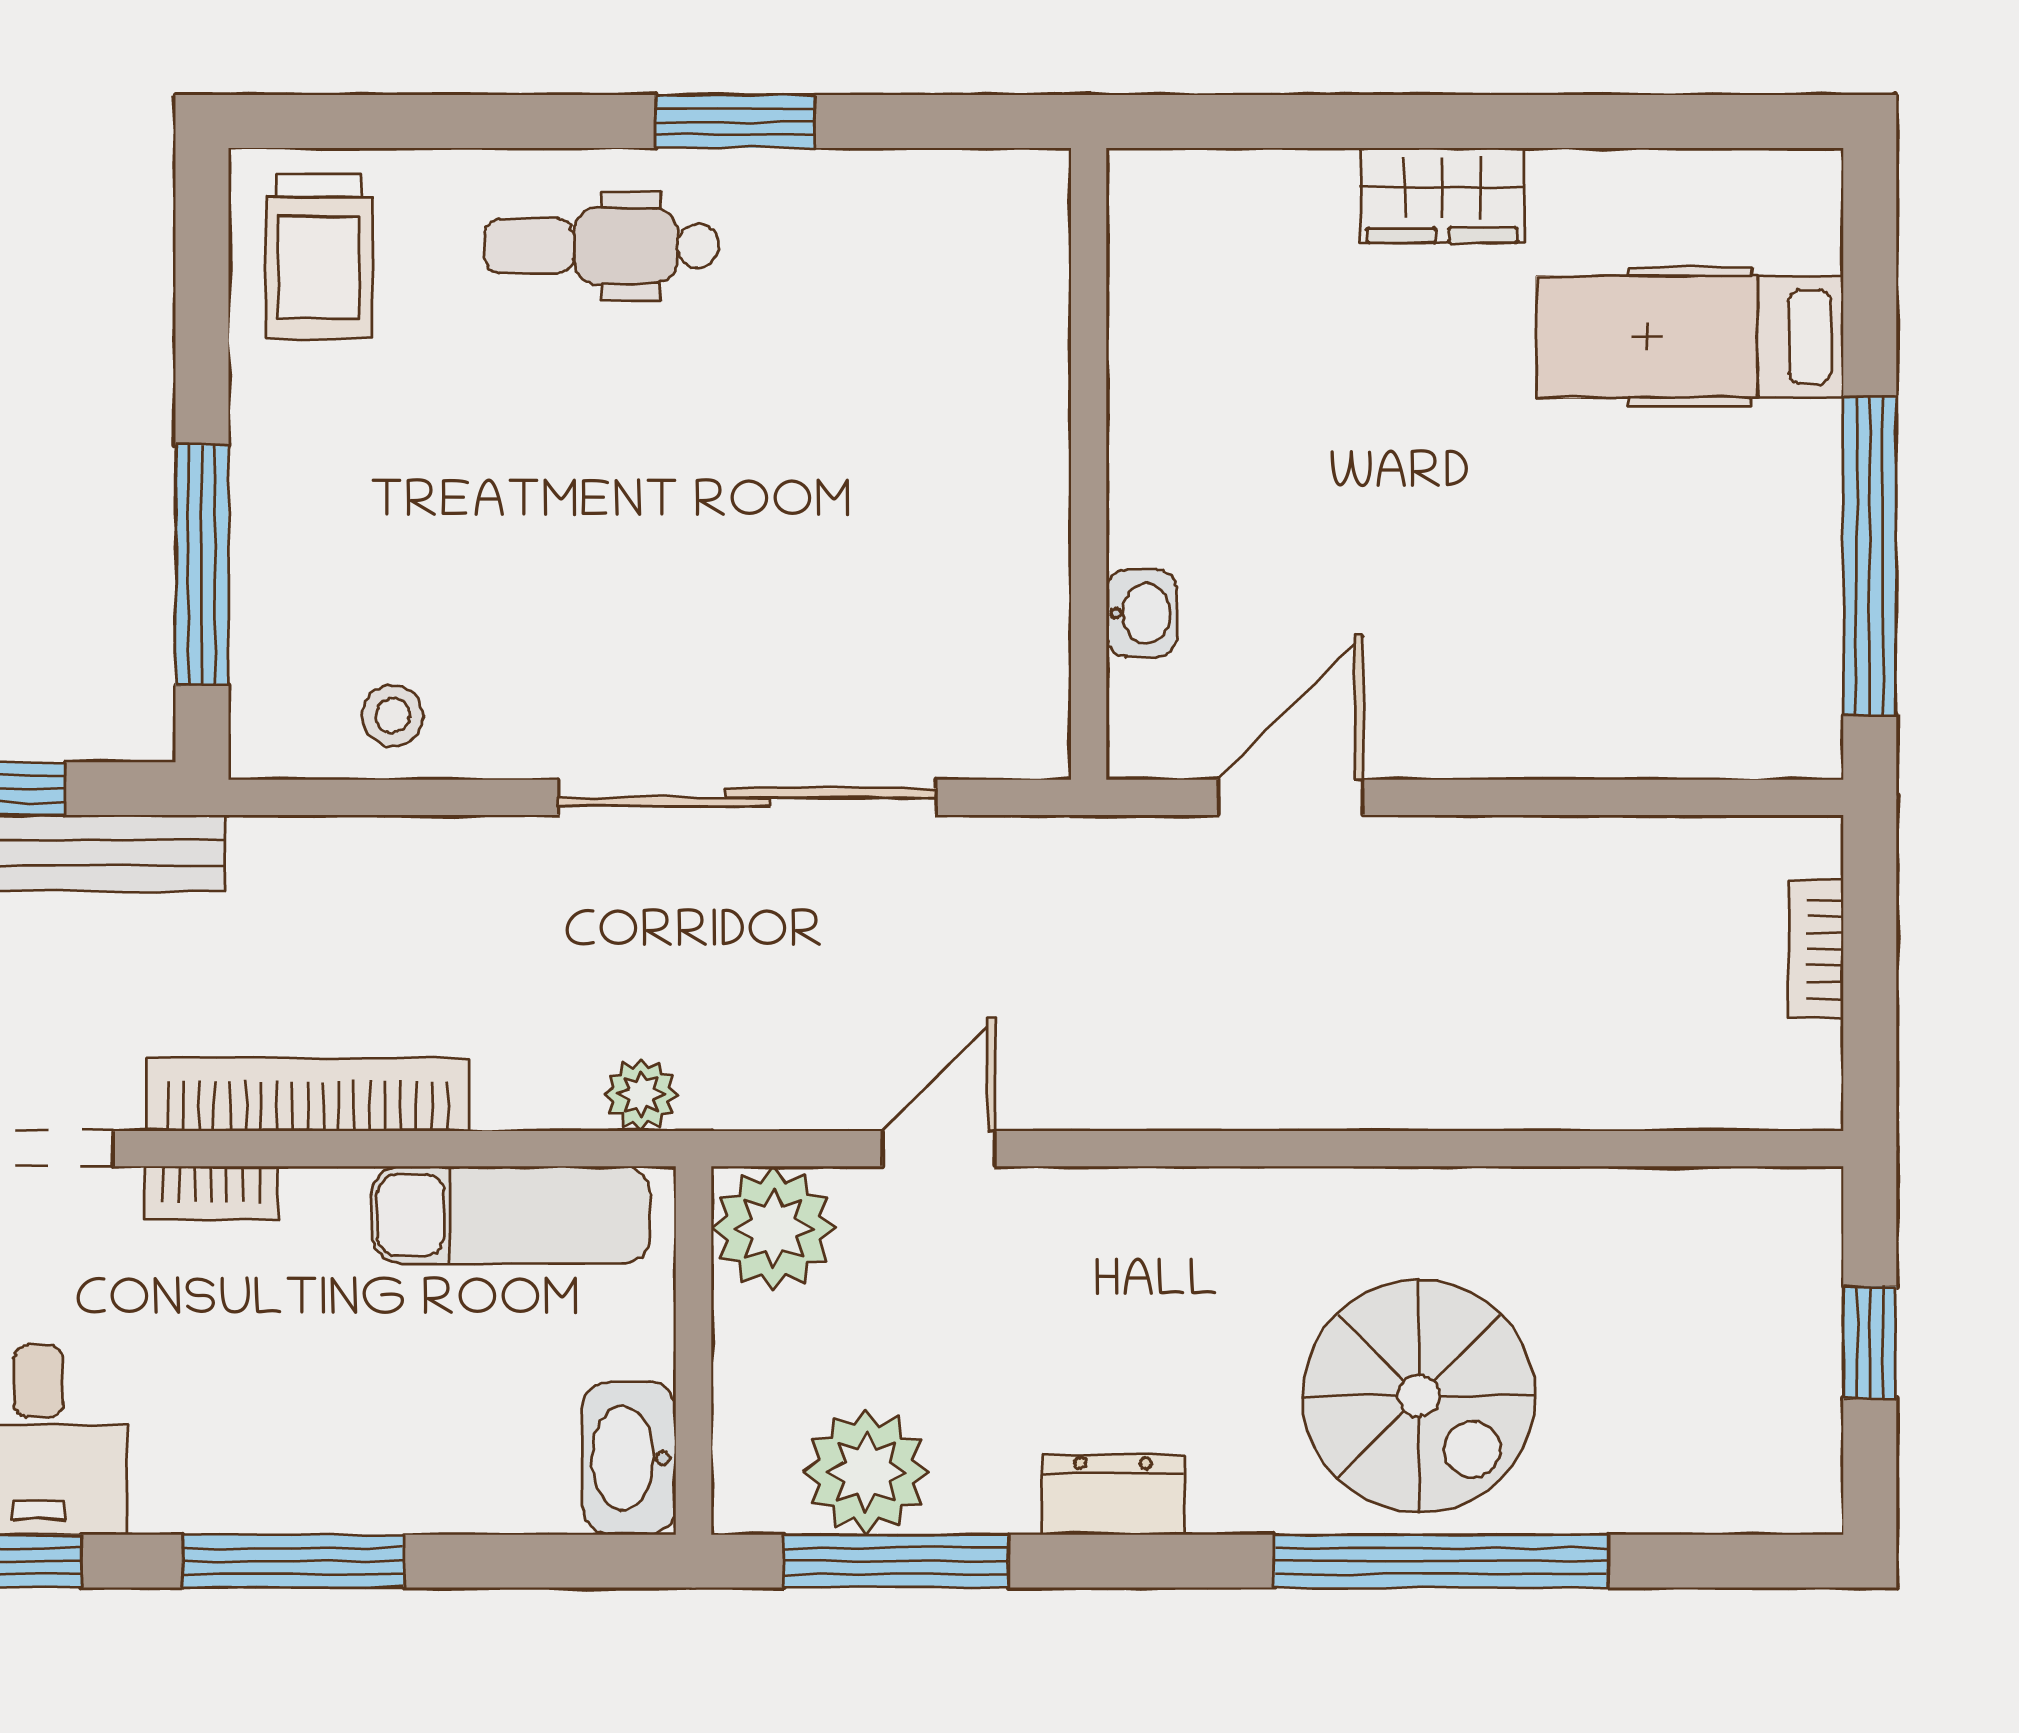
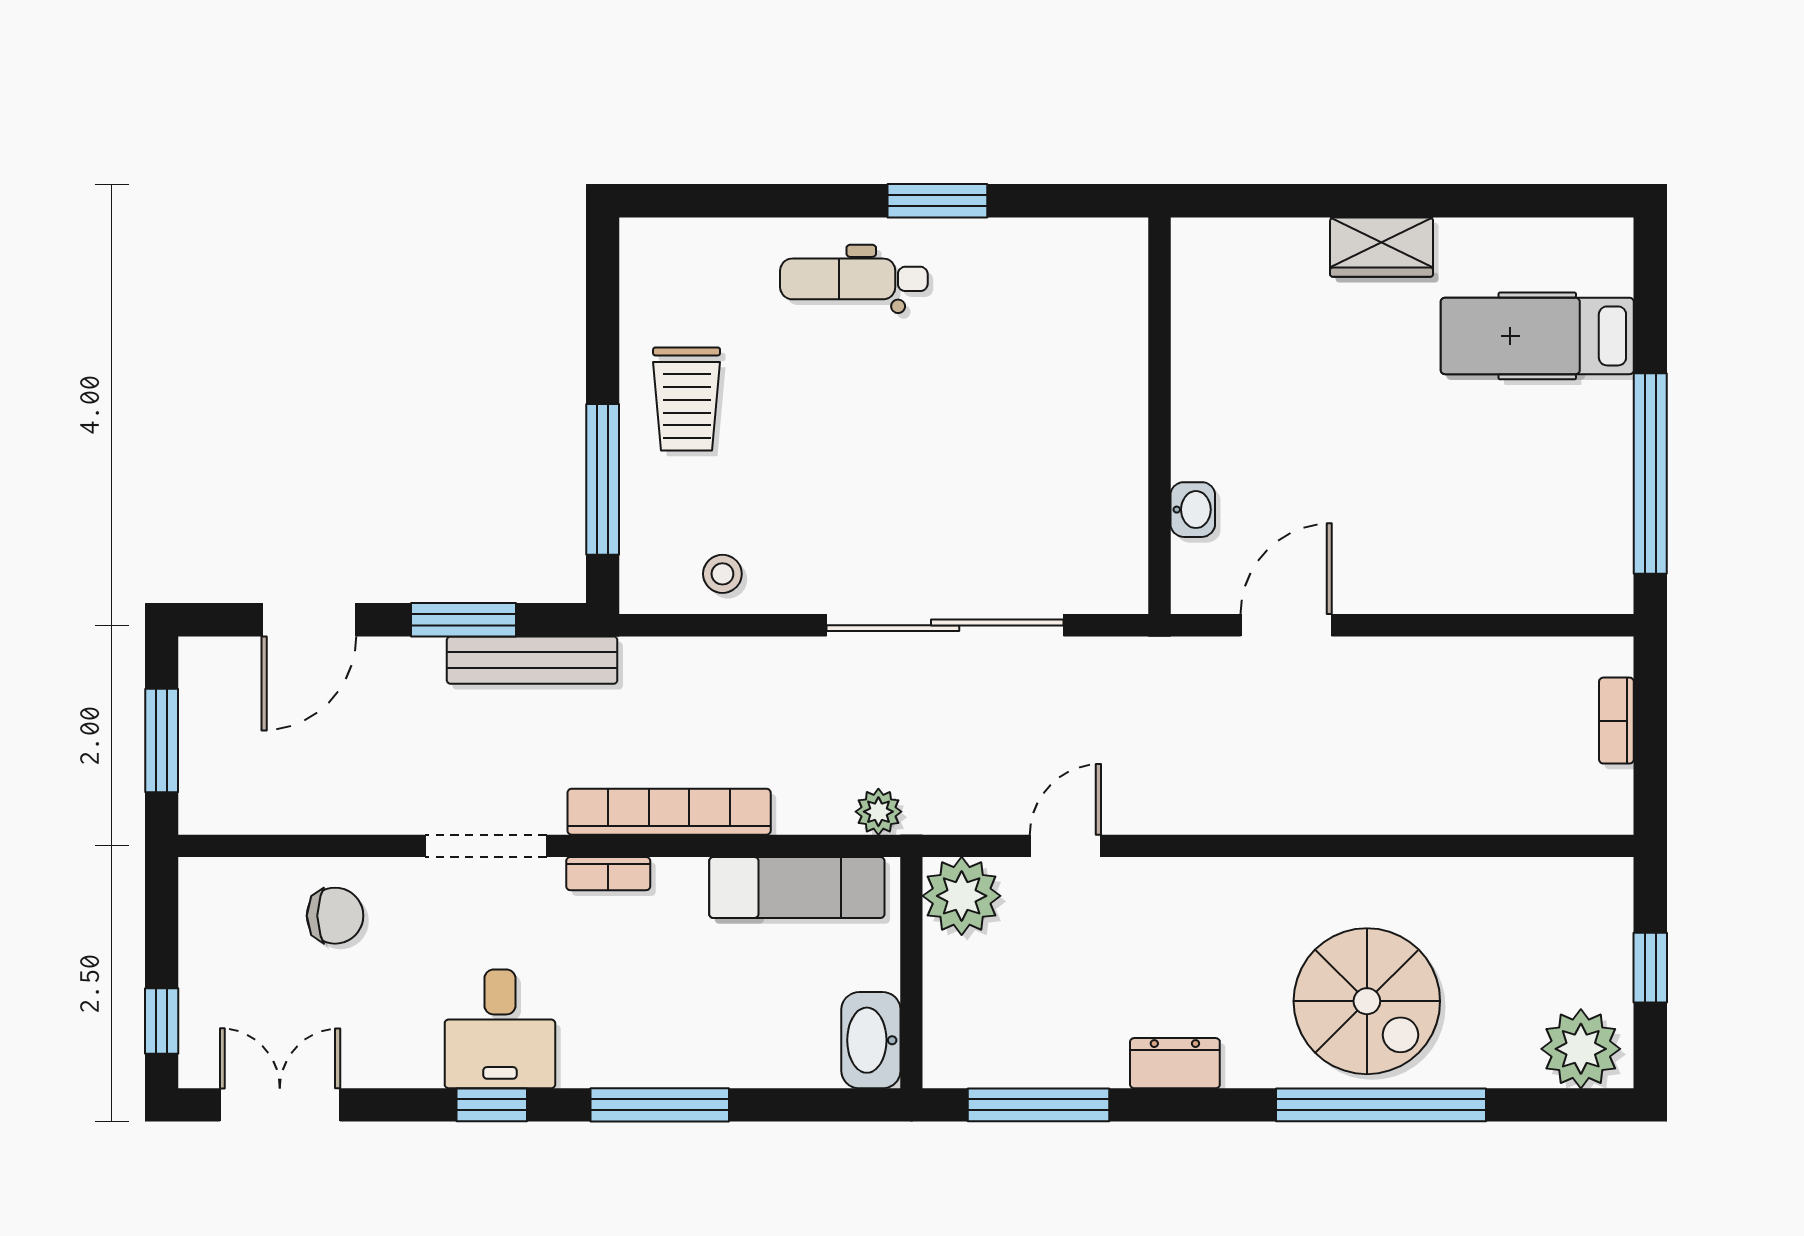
trolley: (319, 256) -> (687, 399), moved
plant: (866, 1472) -> (1581, 1049), moved

